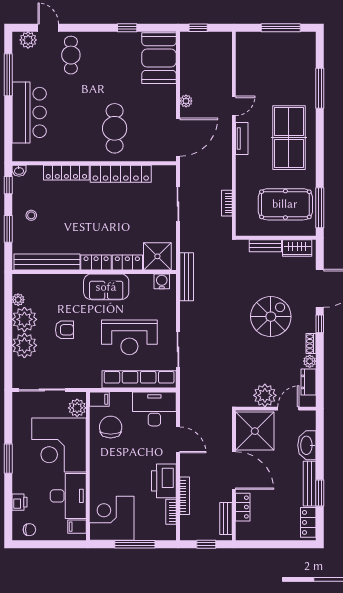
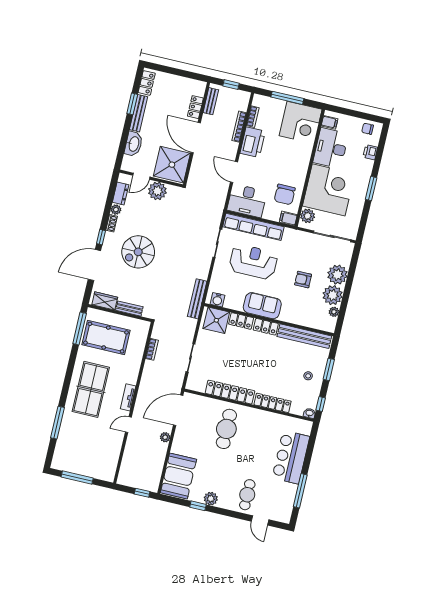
plant: (28, 40) -> (211, 499), moved

